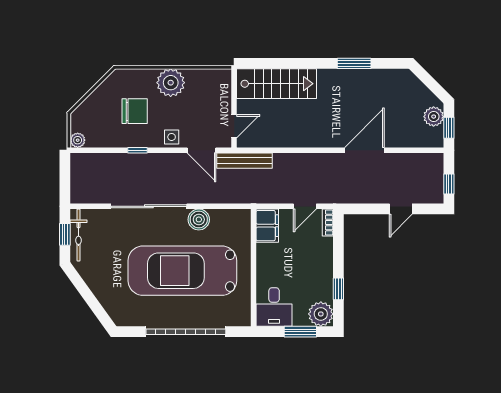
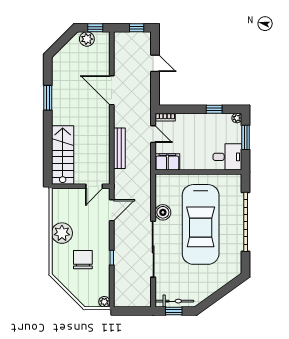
door: (234, 126) -> (94, 186), swing flipped
side table: (172, 137) -> (102, 232), removed
bench: (244, 161) -> (119, 148), moved
plant: (321, 314) -> (237, 118), width x0.53, depth x0.53

